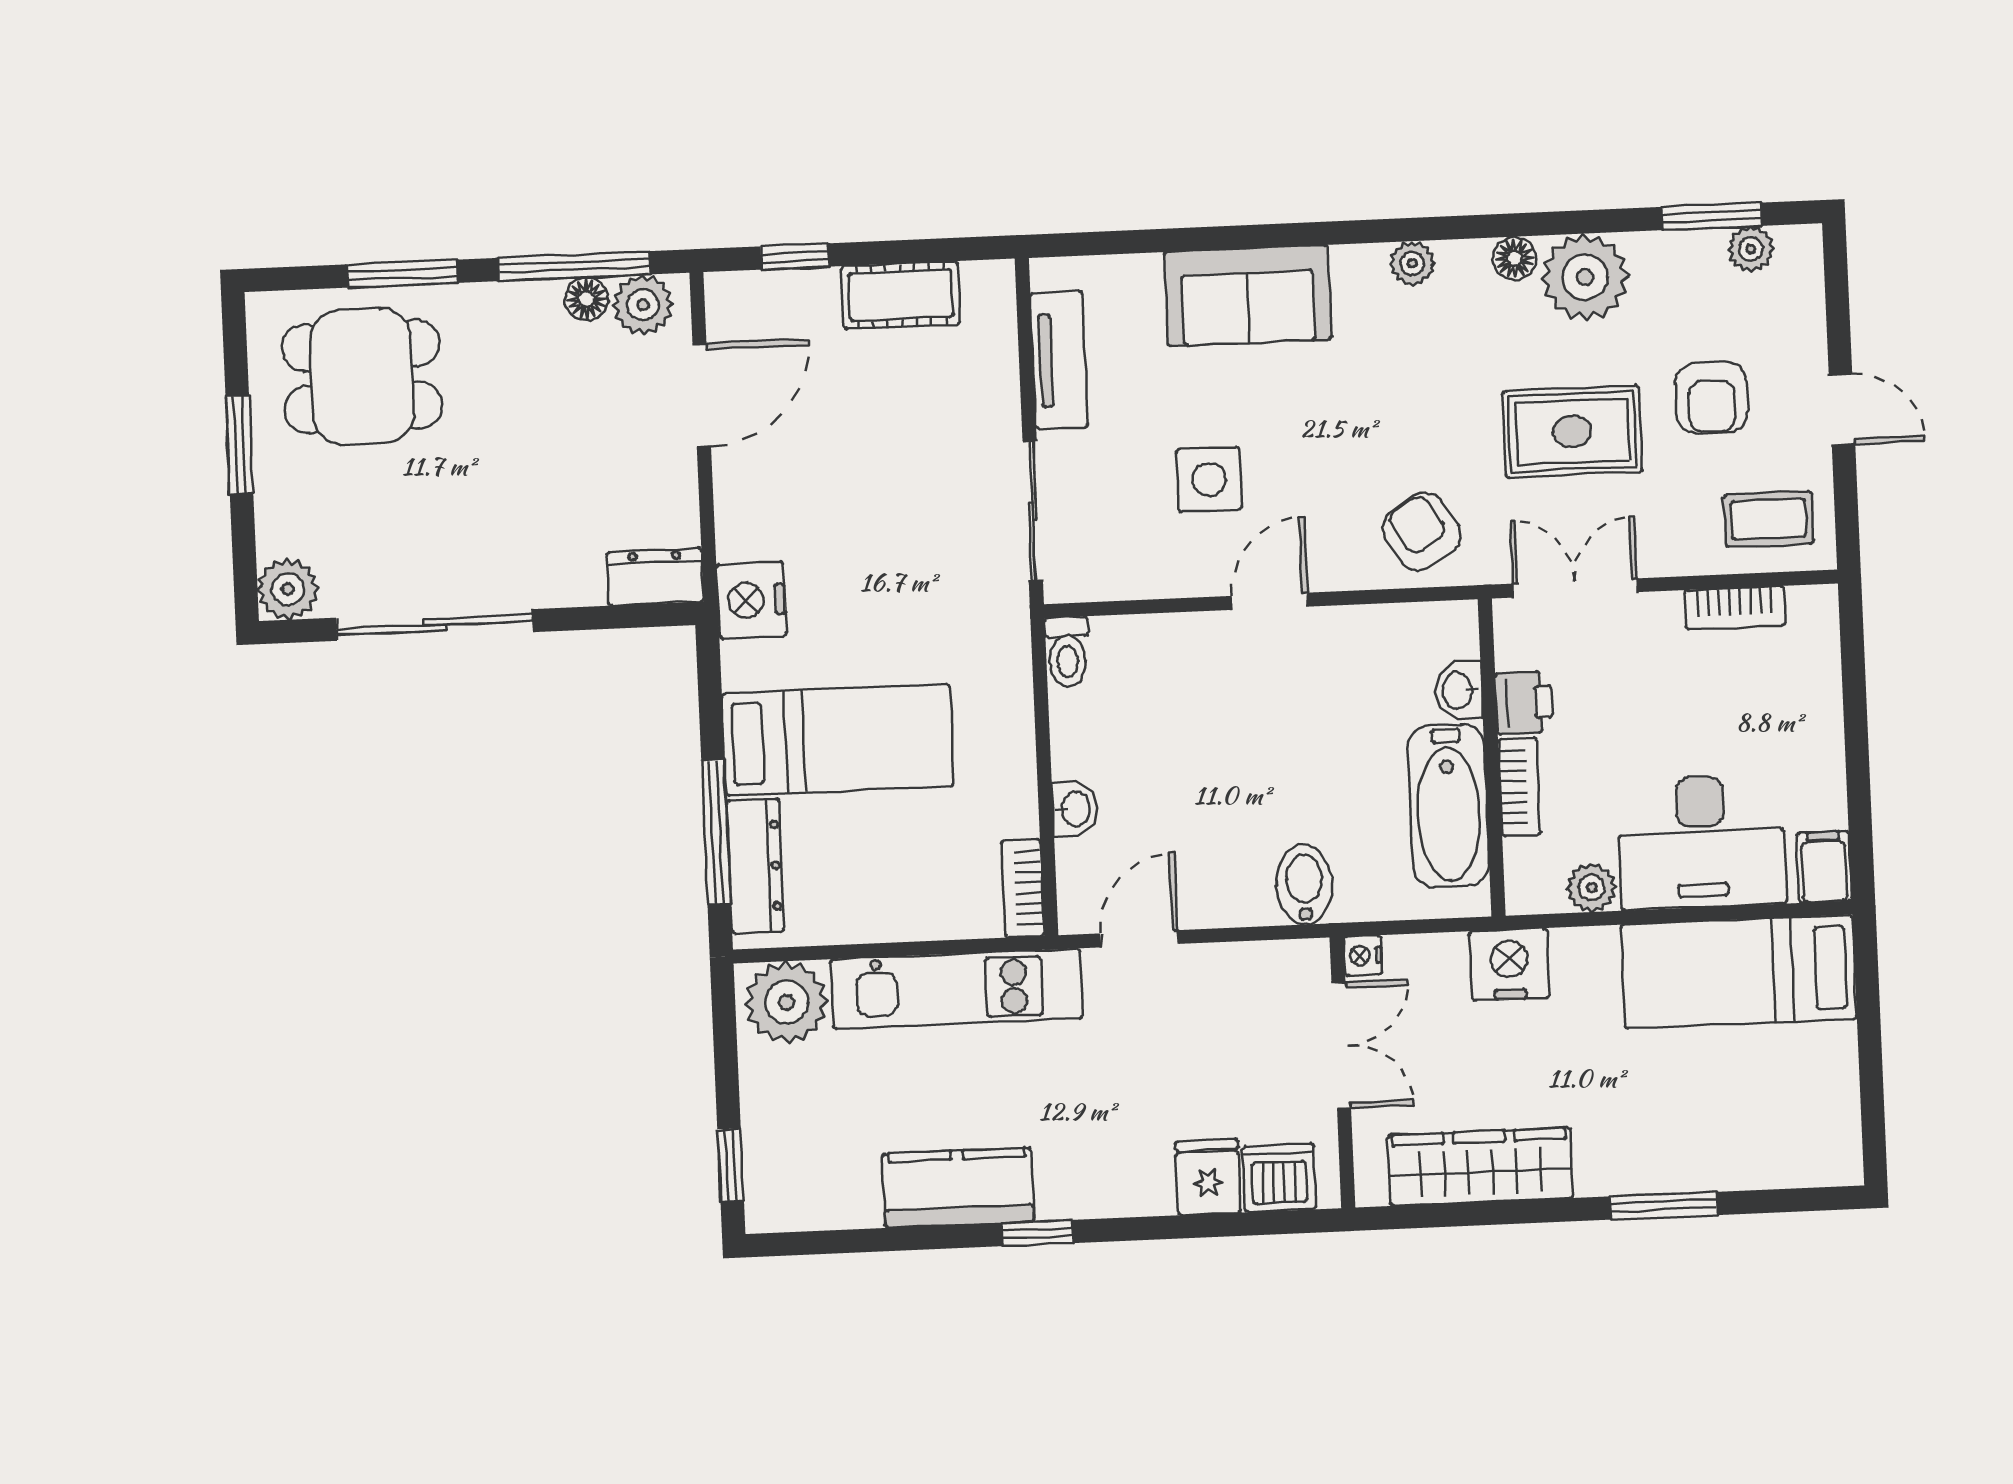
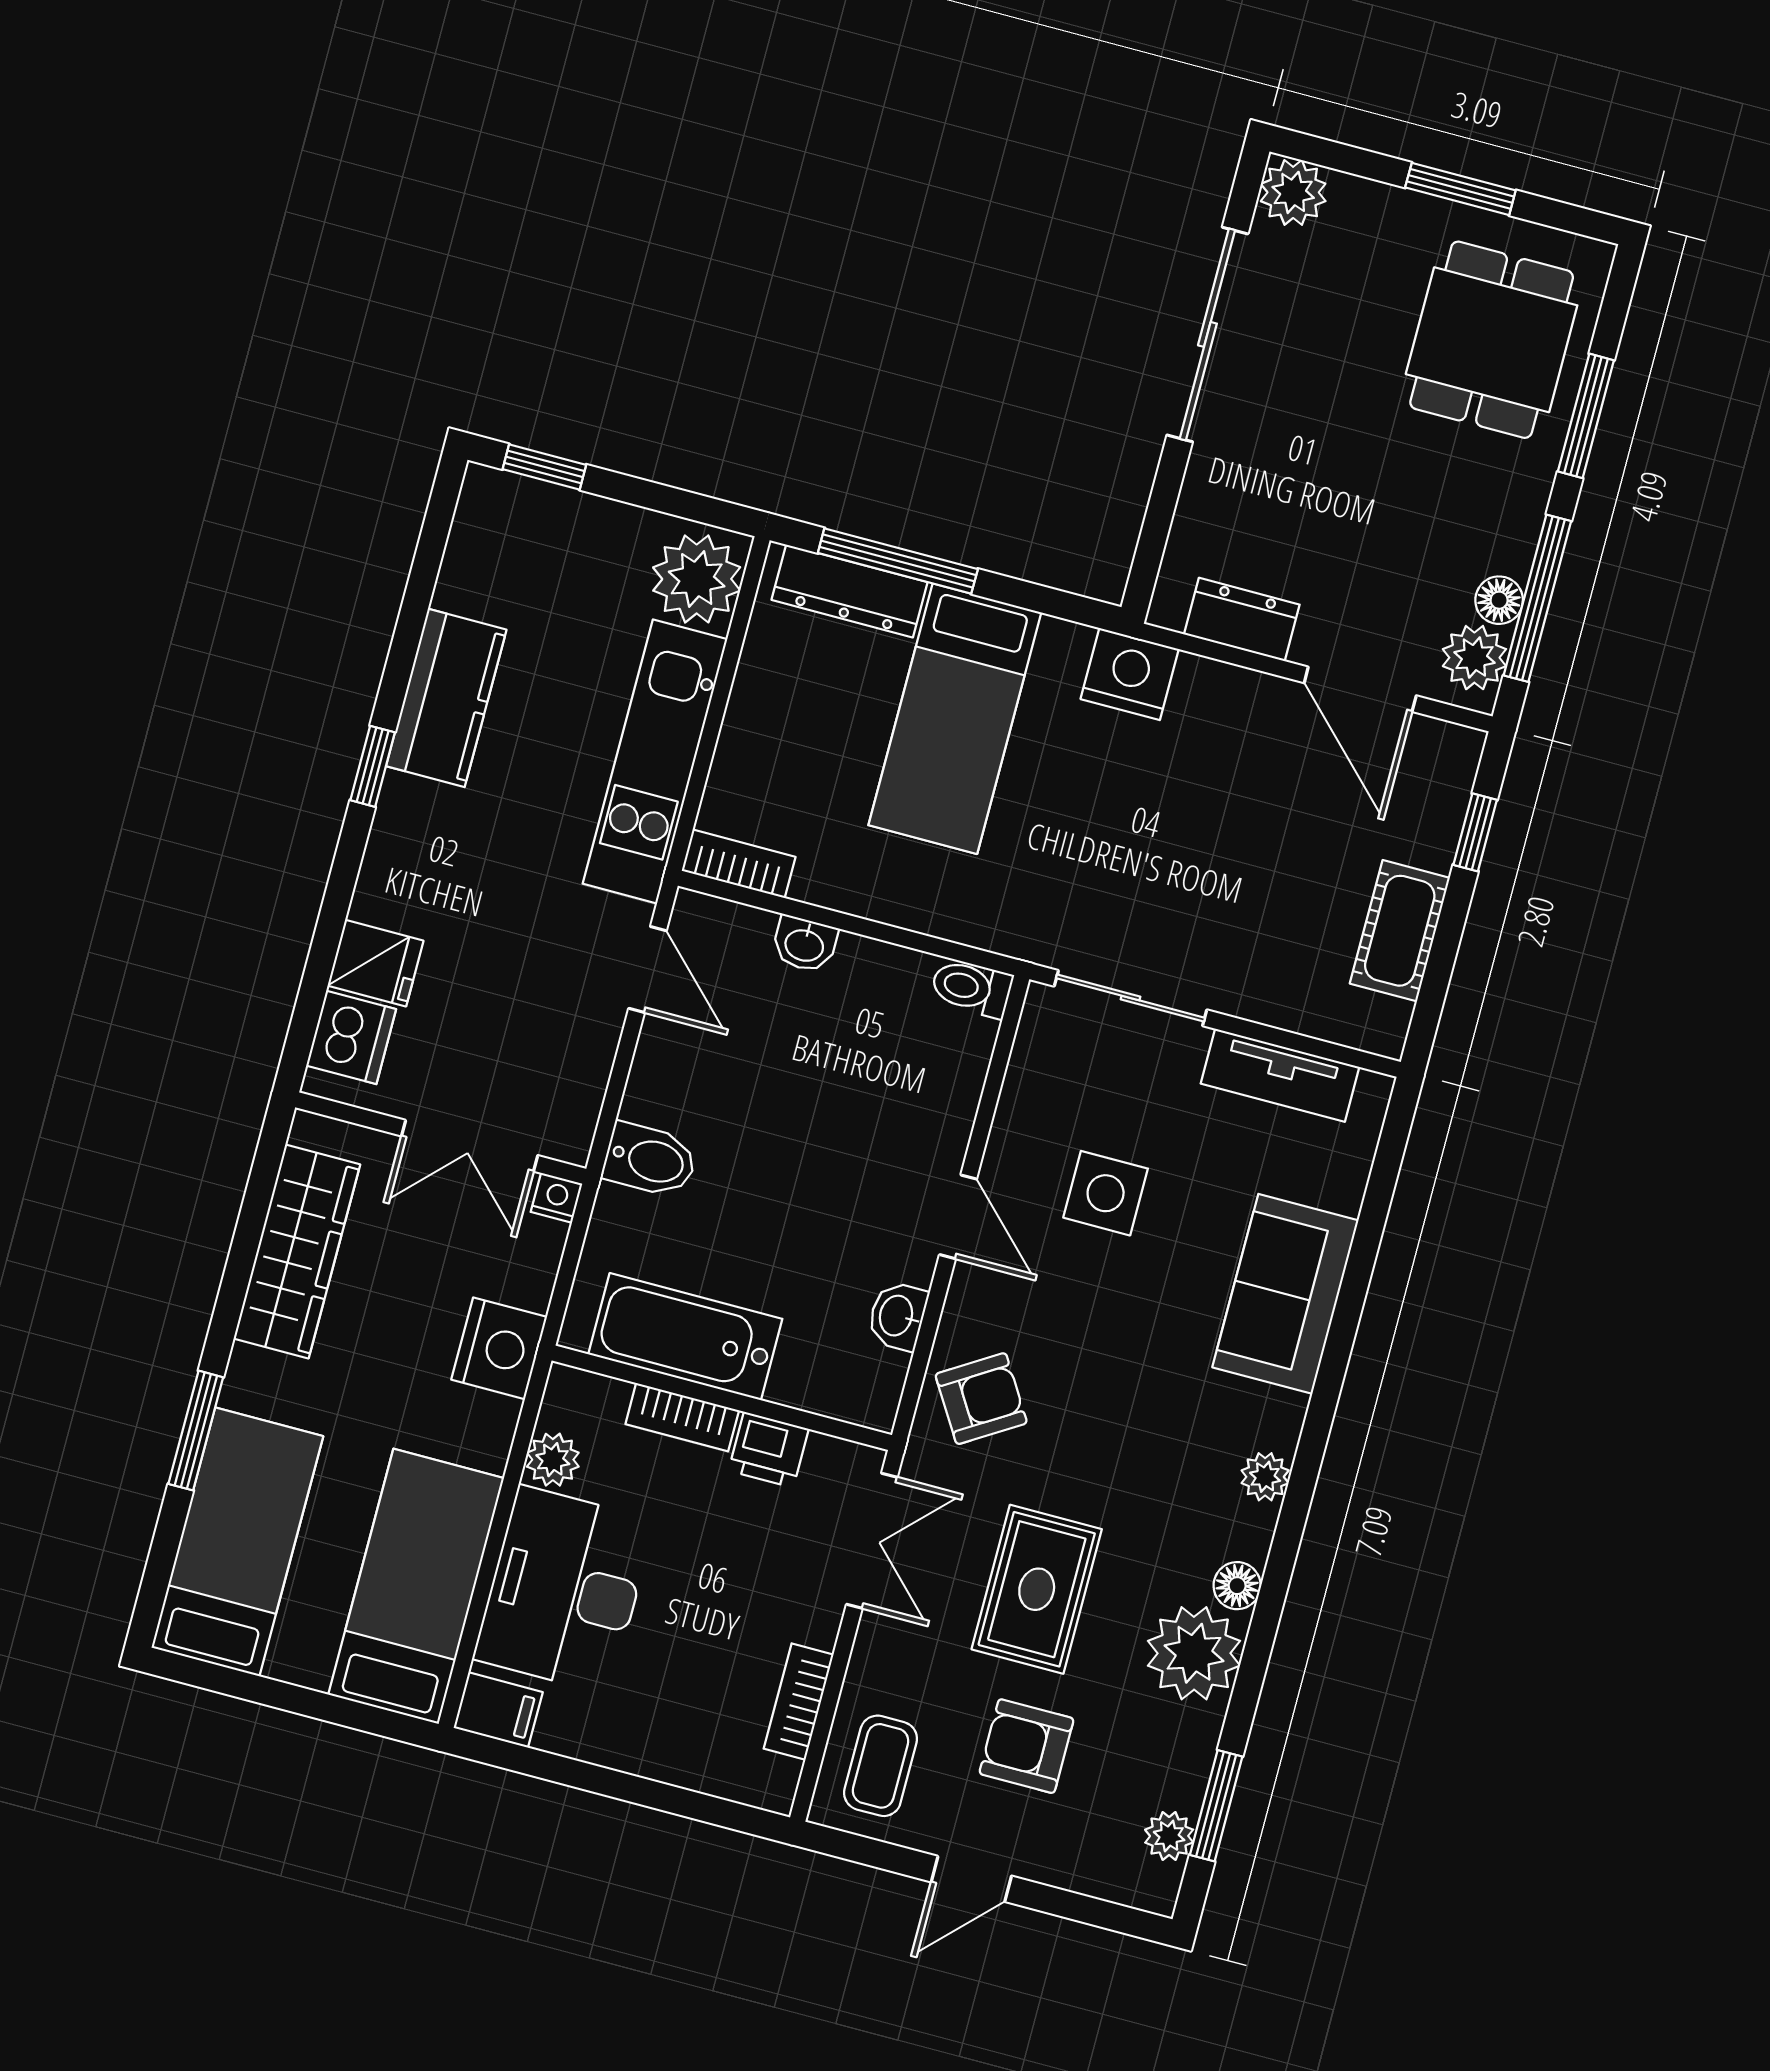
dresser: (655, 577) -> (1242, 620), moved, turned -90
washbasin: (1459, 691) -> (897, 1316), moved, turned -90
bed: (1749, 1139) -> (237, 1542), added

